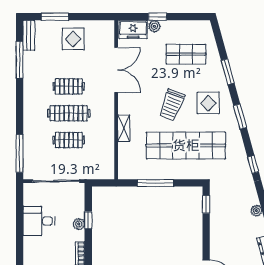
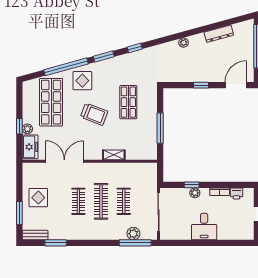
shop shelf: (186, 54) -> (51, 102), width x1.43, depth x1.36
window: (20, 60) -> (56, 243), width x0.69
window: (228, 72) -> (66, 67), width x2.11
display table: (208, 103) -> (82, 81), moved
shop shelf: (186, 145) -> (128, 102), width x0.50, depth x0.74
plant: (31, 151) -> (133, 234), added
window: (253, 164) -> (135, 48), moved
window: (206, 204) -> (201, 85), moved
desk: (39, 221) -> (204, 227), moved

